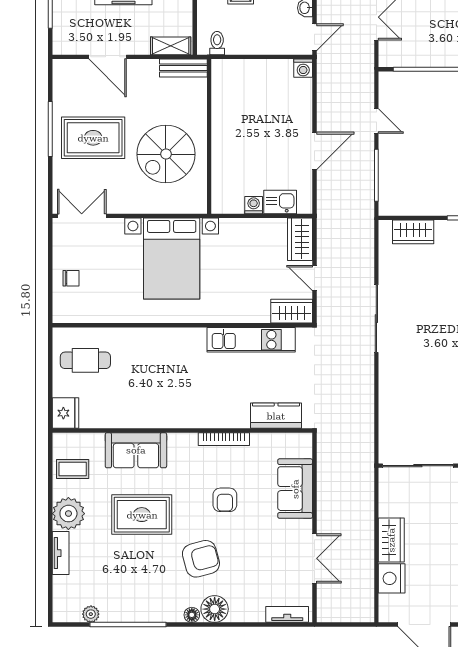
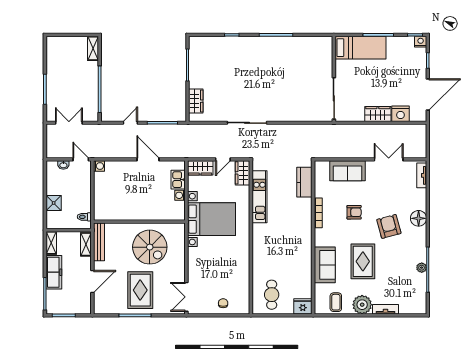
bench: (183, 68) -> (99, 242), width x1.36
bed with nightstands: (172, 258) -> (211, 219), moved
plant: (91, 614) -> (422, 268), moved
floor lamp: (192, 615) -> (422, 232), removed

